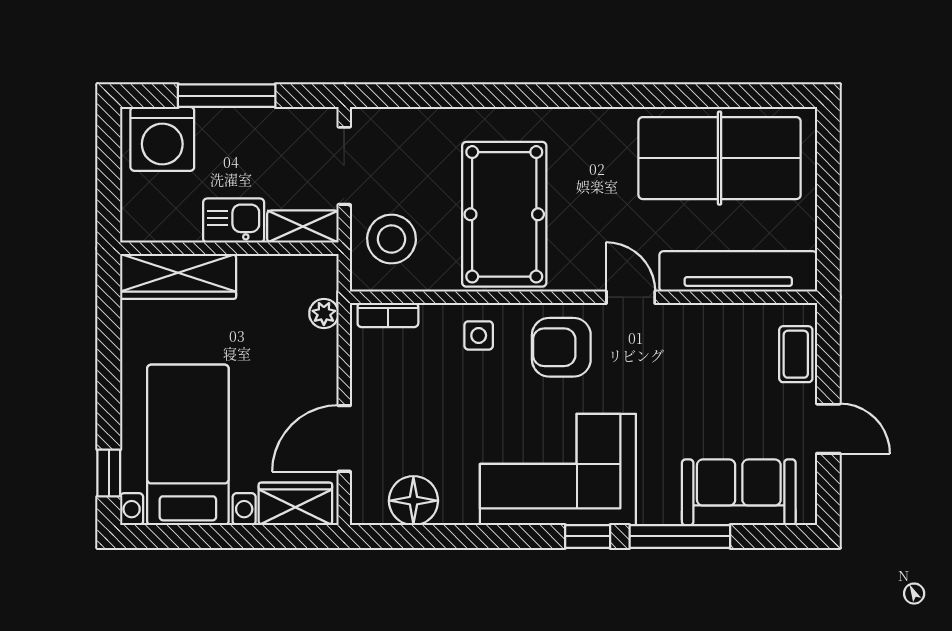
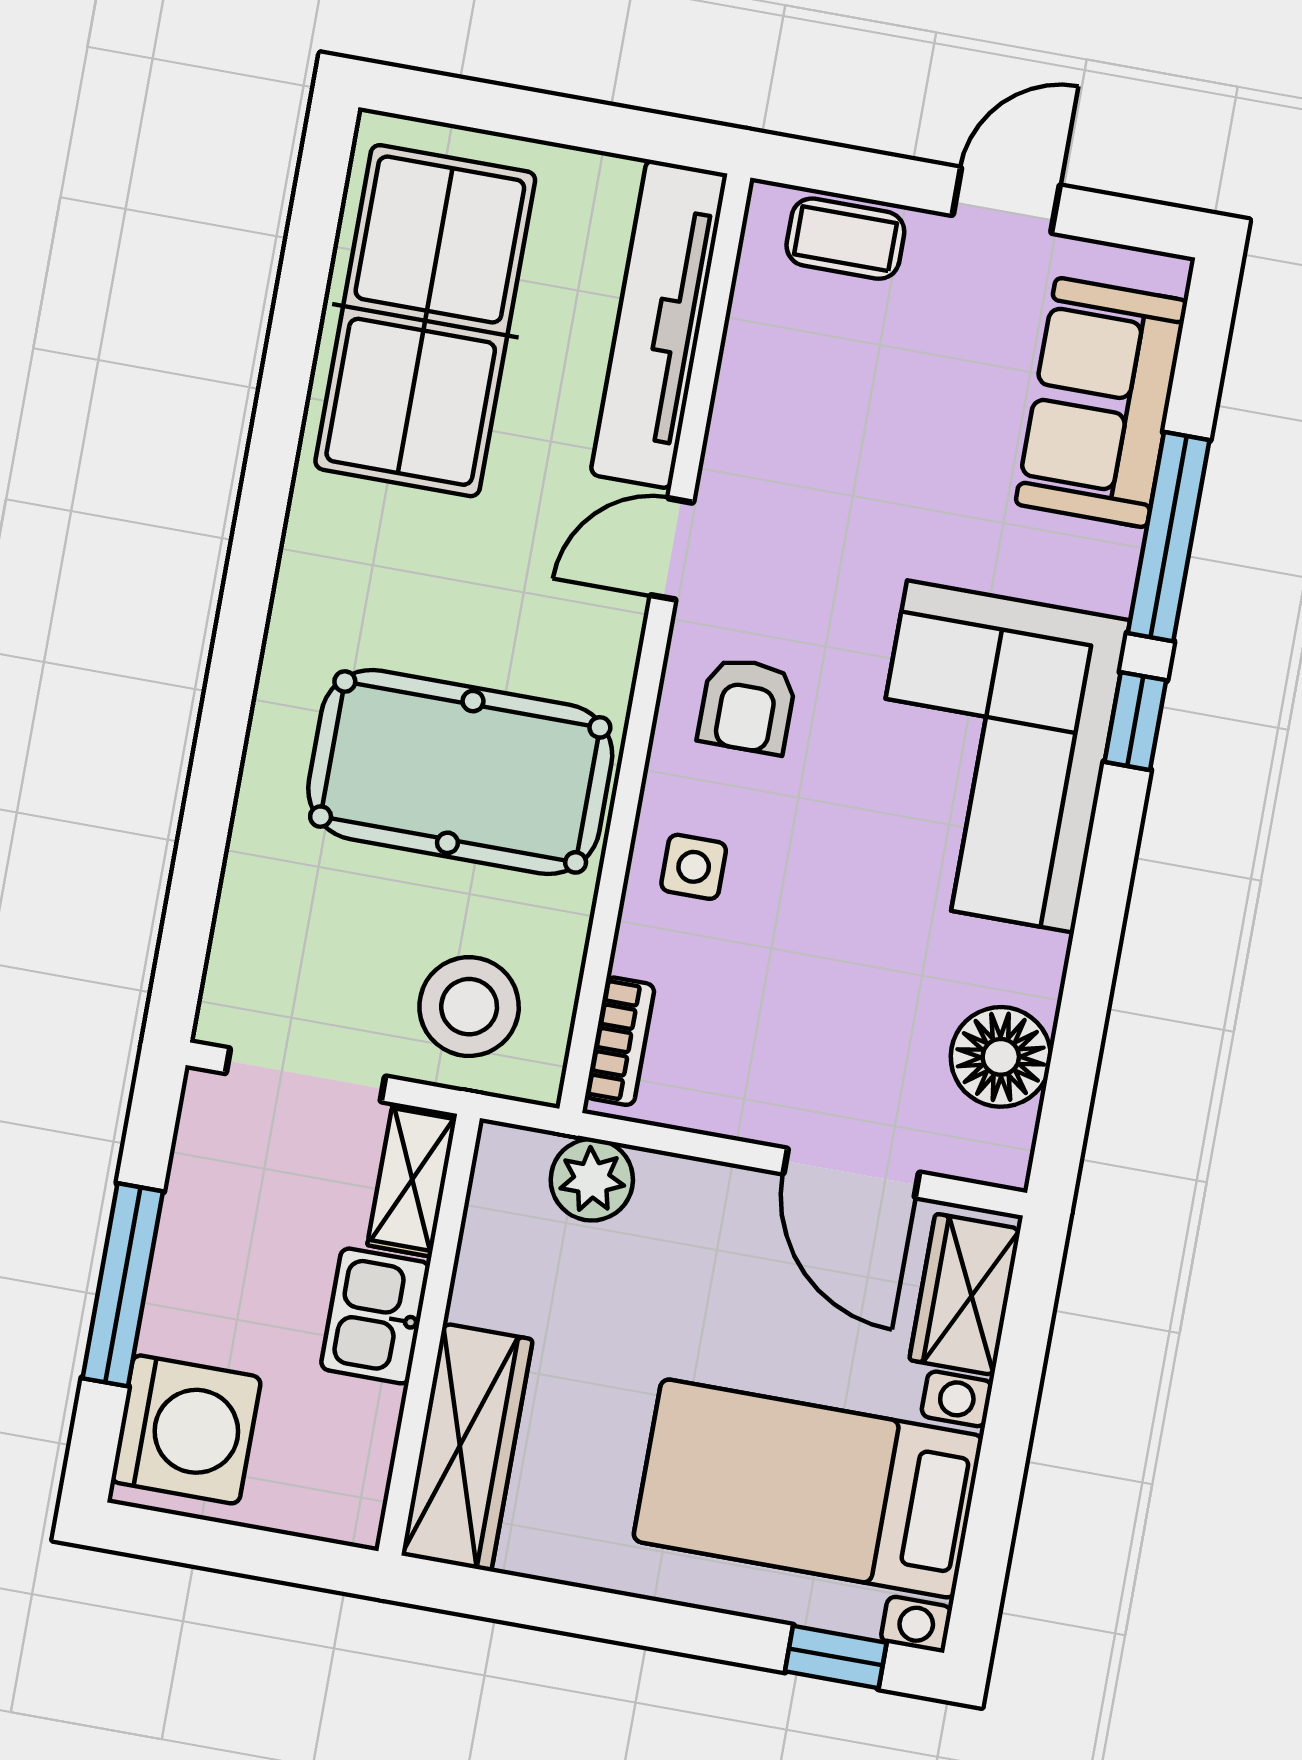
plant: (324, 313) -> (592, 1180), width x1.38, depth x1.38
armchair: (561, 347) -> (747, 706), width x0.72, depth x0.72

